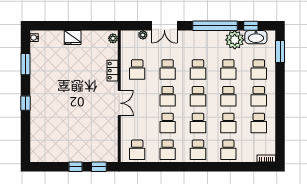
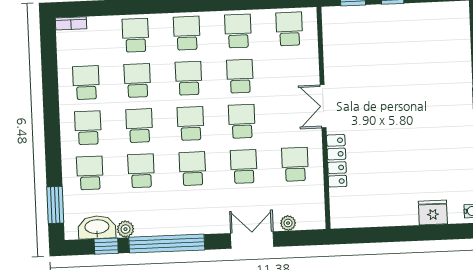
fridge: (73, 38) -> (433, 213), moved
plant: (113, 38) -> (338, 215), removed
plant: (235, 40) -> (126, 229), width x0.53, depth x0.53
locker: (112, 71) -> (337, 161), width x1.53

